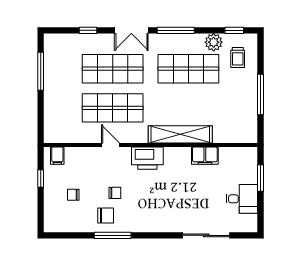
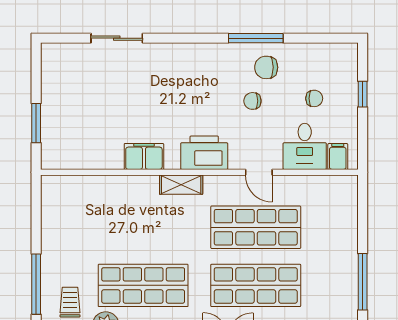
window: (260, 94) -> (36, 284), moved
shelving: (180, 134) -> (181, 185), width x0.45, depth x0.75
filing cabinet: (205, 156) -> (144, 156), moved
window: (41, 178) -> (363, 94), moved
desk: (242, 199) -> (305, 146), moved, turned -90
sliding door: (206, 235) -> (117, 38), width x0.73

